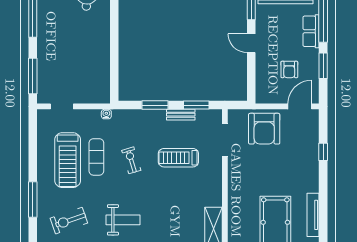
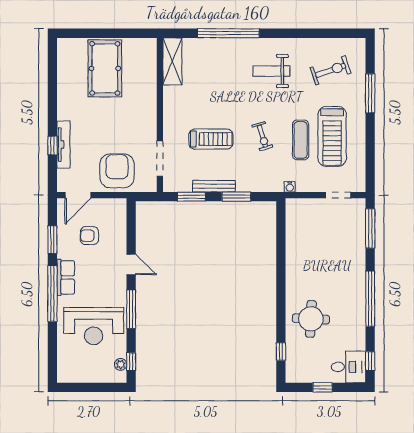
armchair: (289, 69) -> (89, 236), turned -90
bench: (181, 115) -> (214, 186), width x1.36
treadmill: (68, 160) -> (332, 136), turned 180
tv unit: (313, 215) -> (63, 144), moved

